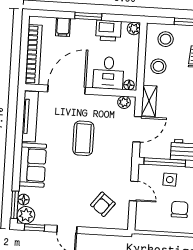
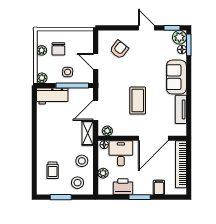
plant: (134, 28) -> (103, 173), moved
tv unit: (30, 117) -> (181, 109), width x0.71

